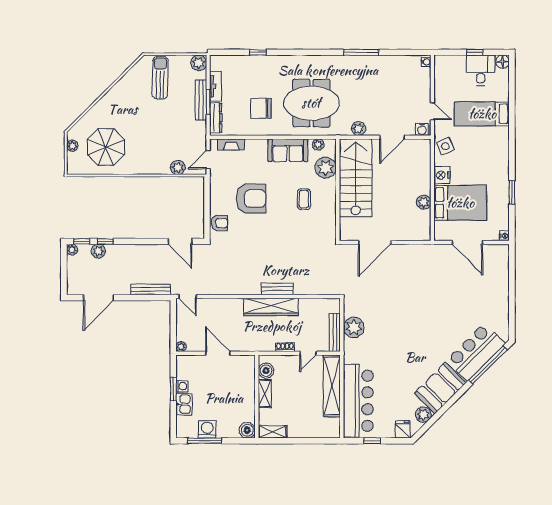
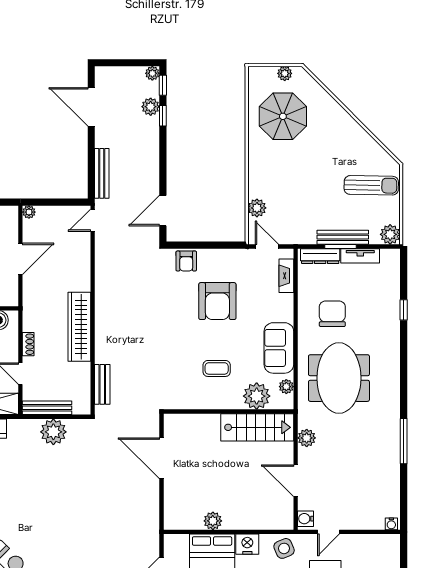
stairs: (356, 178) -> (257, 427), width x0.73, depth x0.66
bench: (277, 289) -> (102, 384), moved

